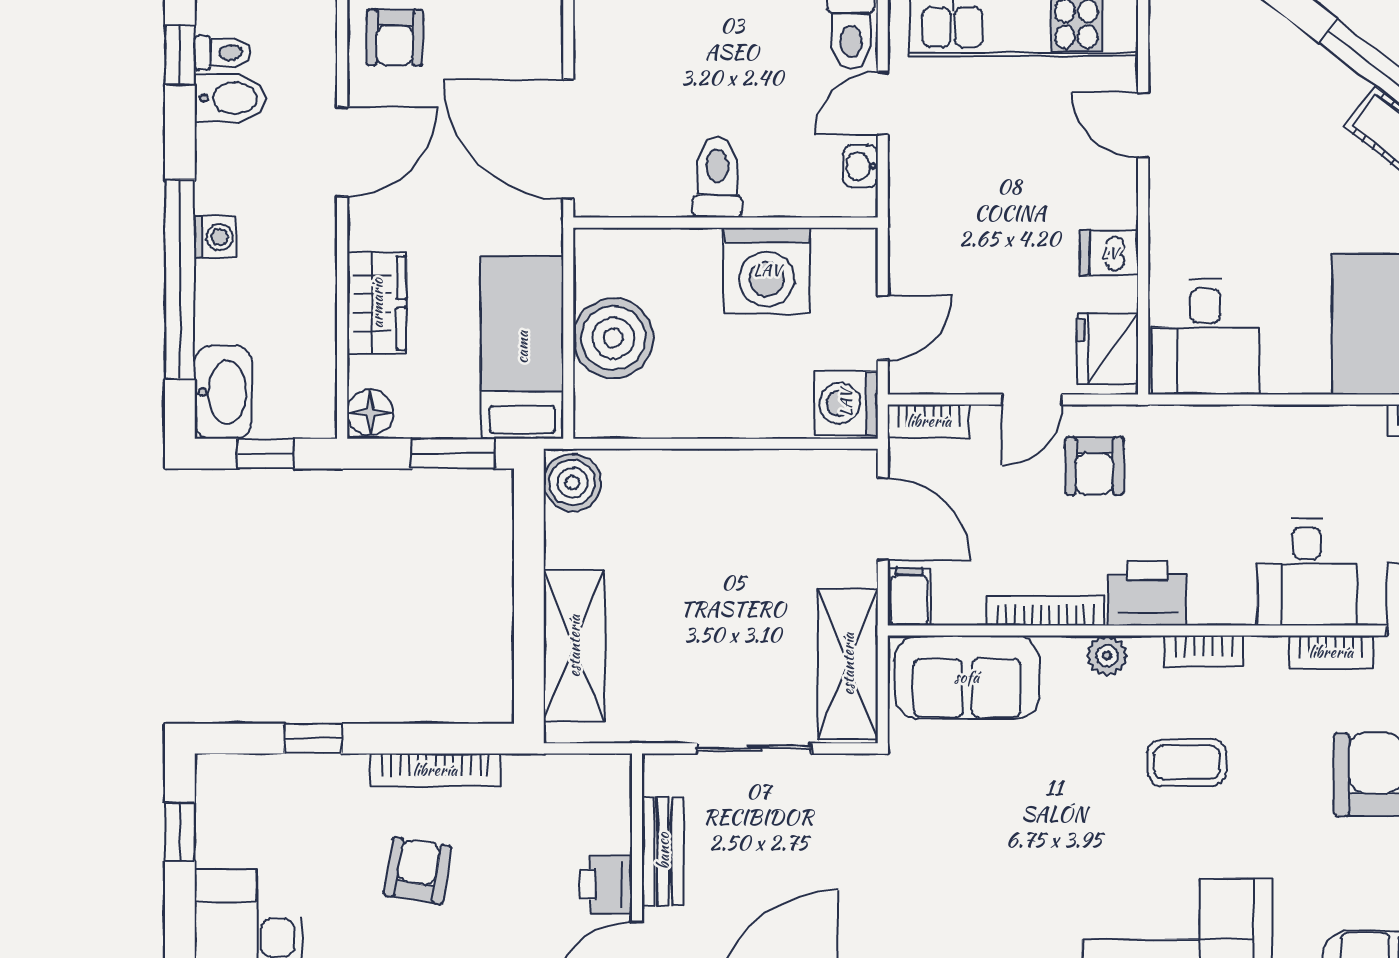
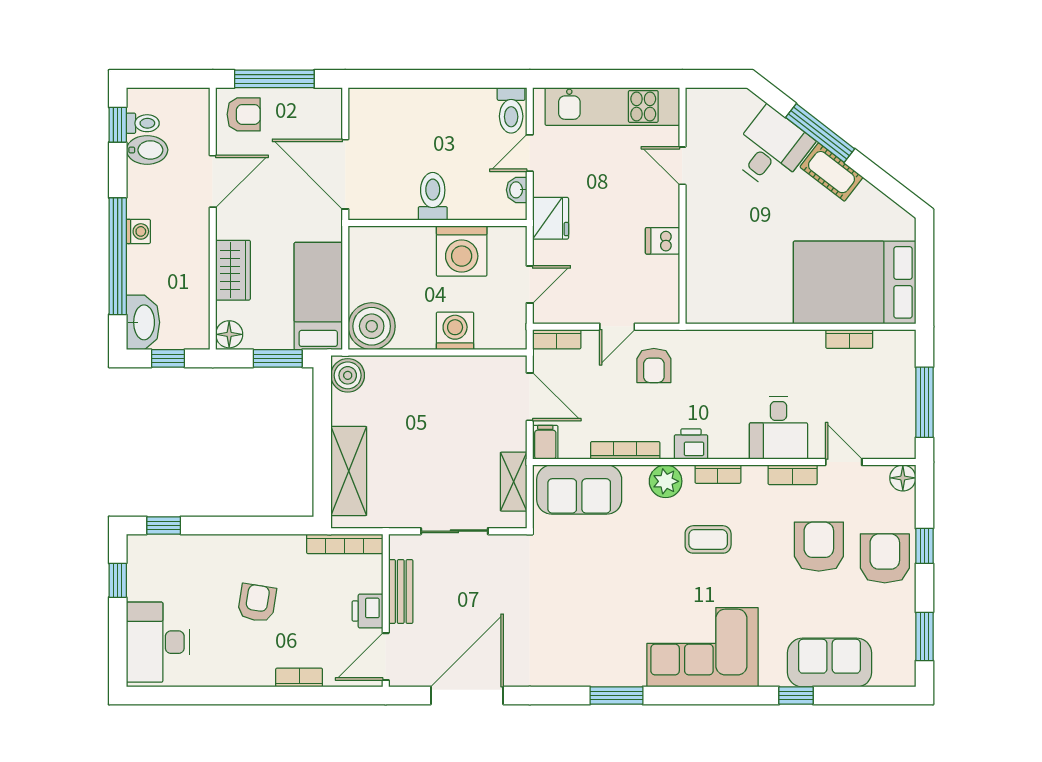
armchair: (395, 38) -> (244, 114), turned -91
desk: (1205, 337) -> (771, 149), moved, turned -142
boiler: (613, 338) -> (372, 326), moved
fridge: (1108, 349) -> (551, 218), moved, turned 180
washing machine: (846, 403) -> (455, 331), moved, turned 90
printer: (1147, 593) -> (691, 444), width x0.73, depth x0.81
plant: (1107, 656) -> (666, 481), width x1.38, depth x1.38
shelving: (848, 664) -> (514, 482), width x0.67, depth x0.75
window: (313, 739) -> (164, 525), moved
bookcase: (435, 770) -> (345, 544), moved

